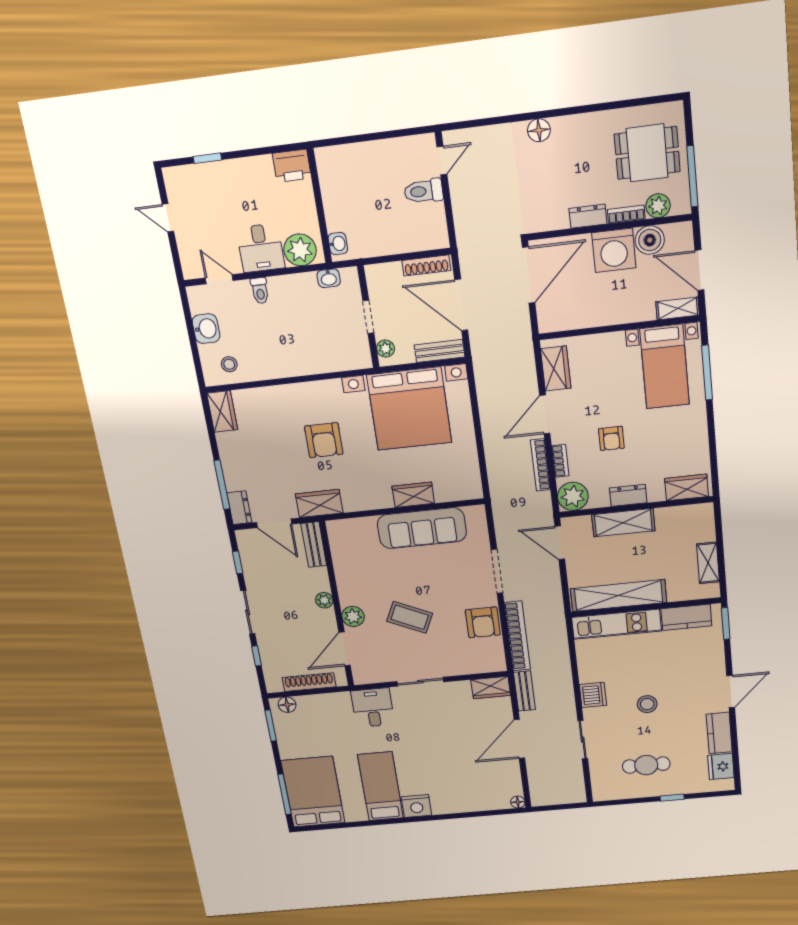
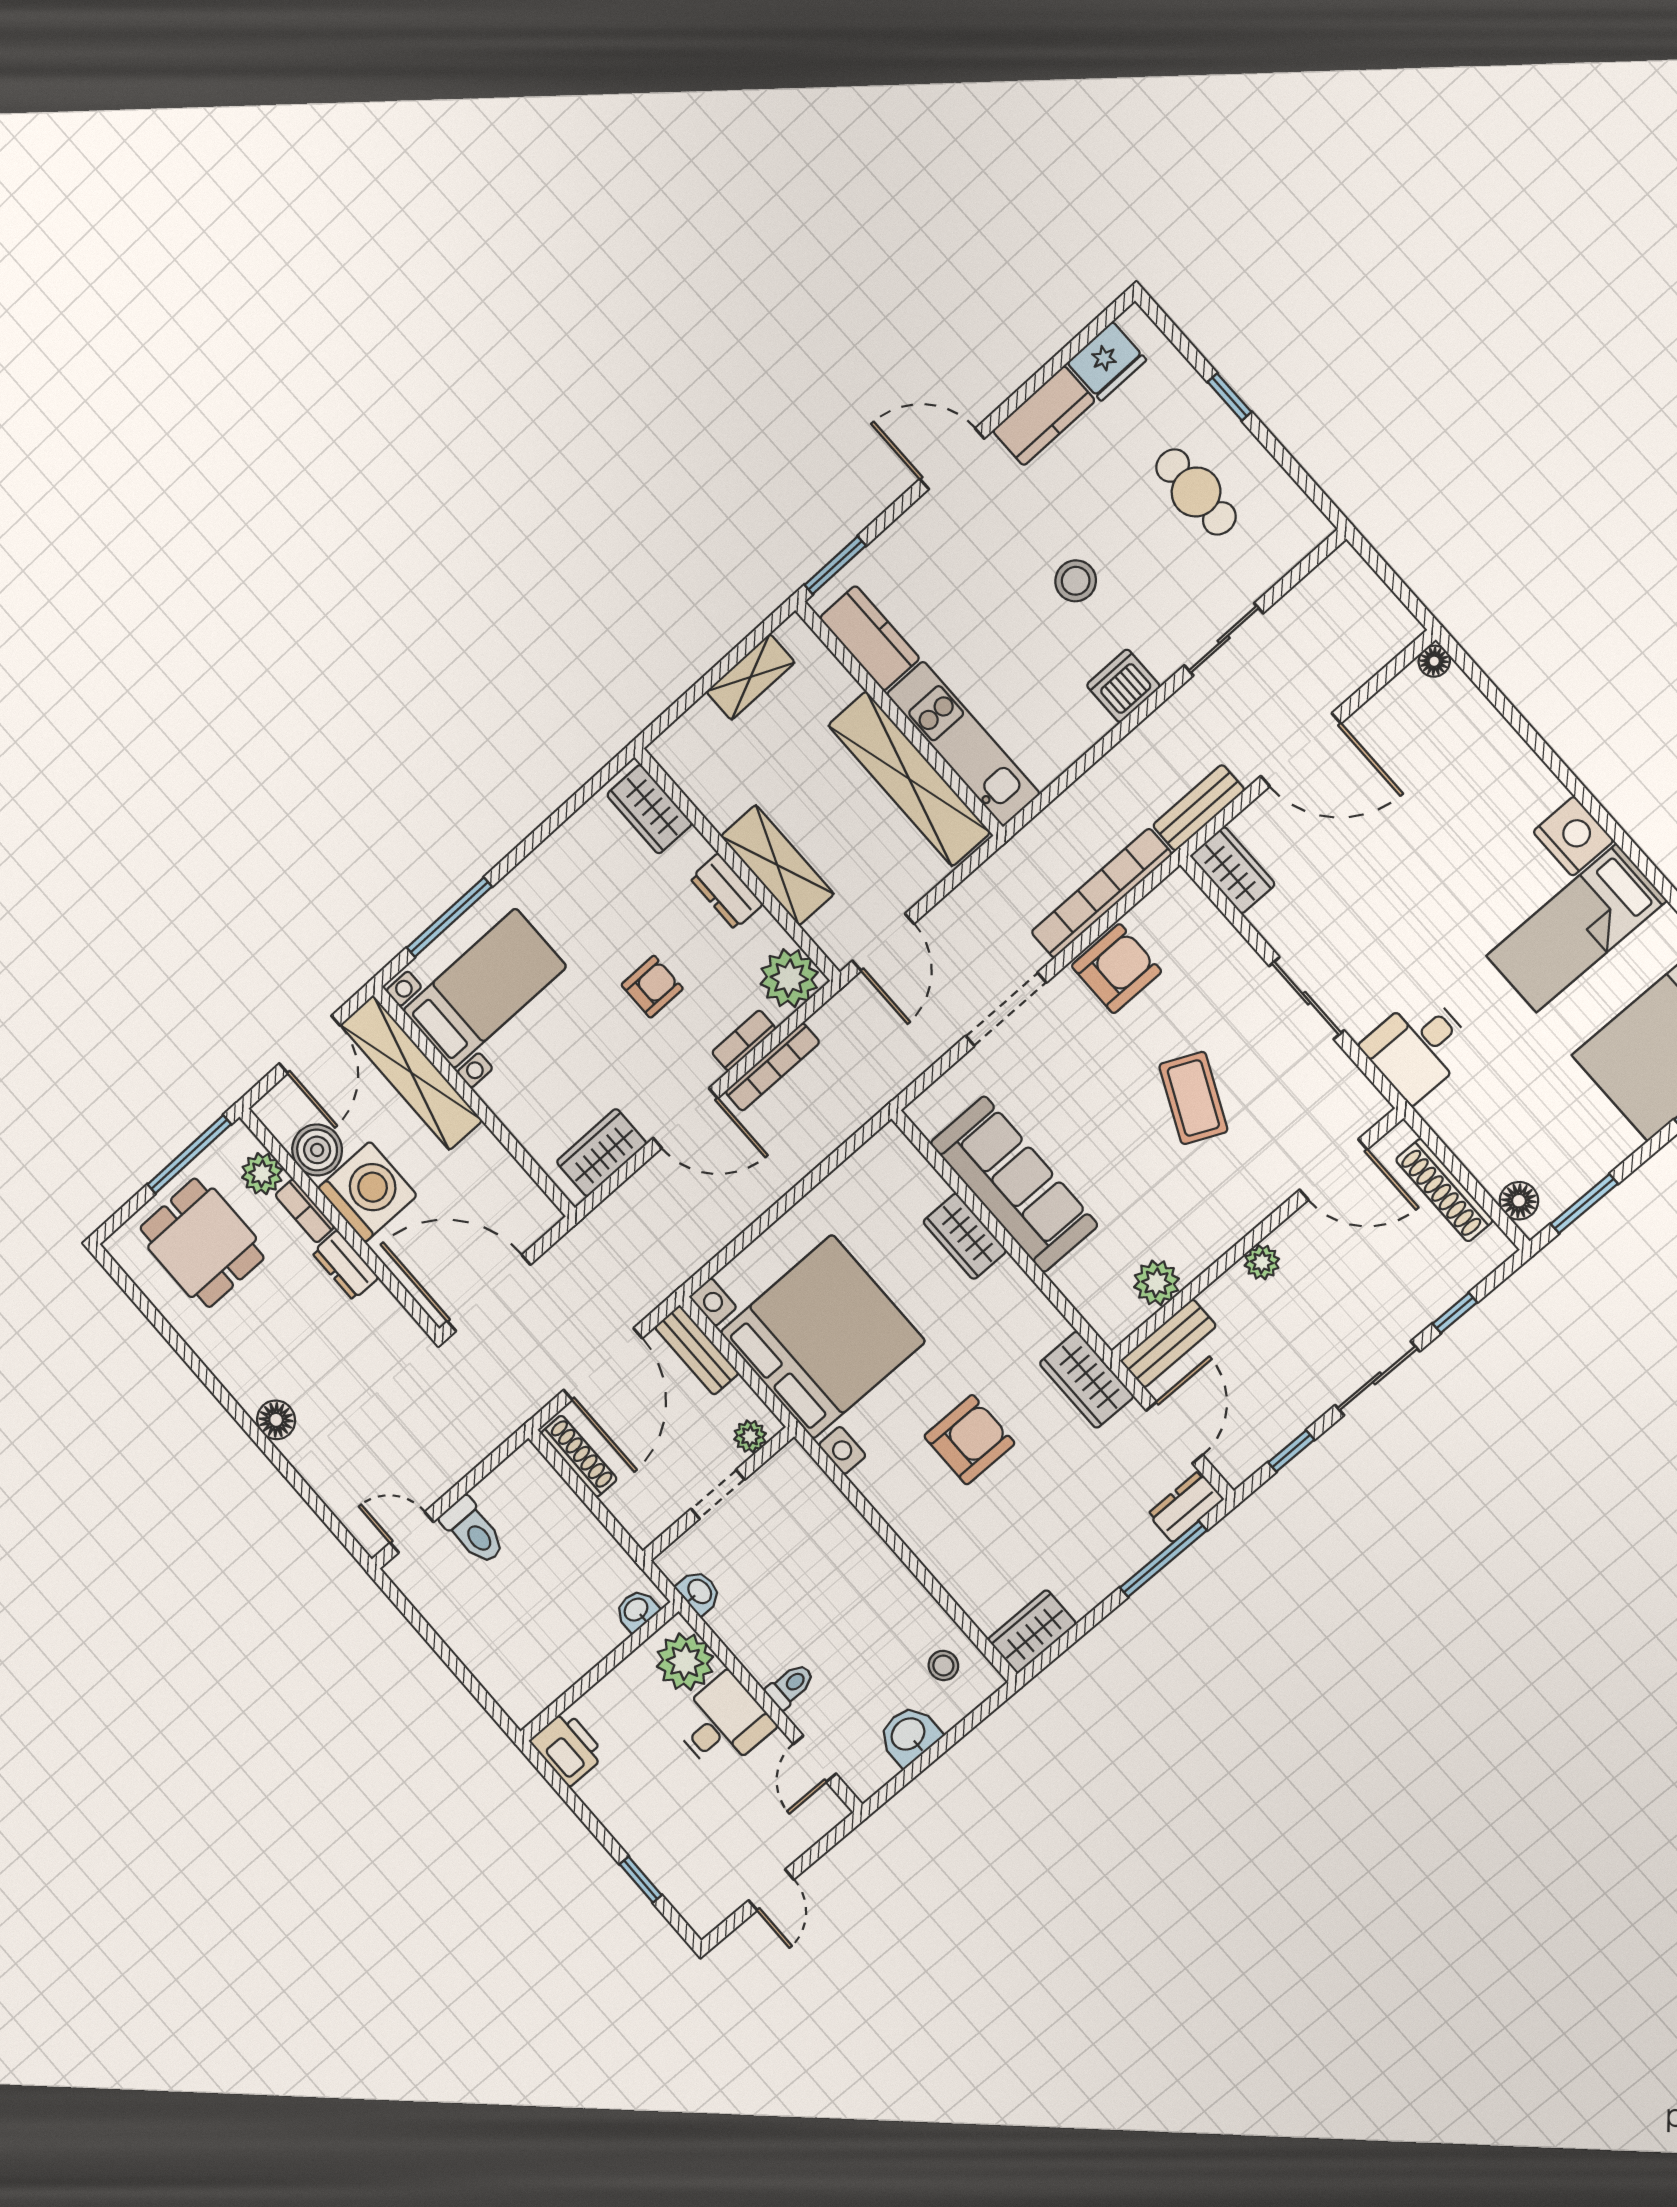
shelving: (678, 308) -> (411, 1073), width x2.20, depth x1.33
plant: (353, 616) -> (1156, 1283), moved

